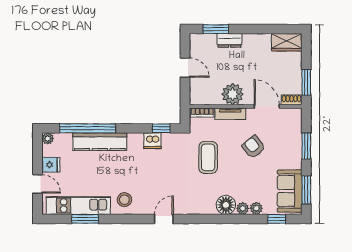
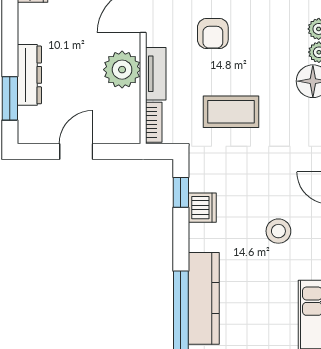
dresser: (230, 40) -> (29, 75), width x1.44
armchair: (254, 147) -> (213, 34), turned -51
stool: (124, 200) -> (278, 231), moved

